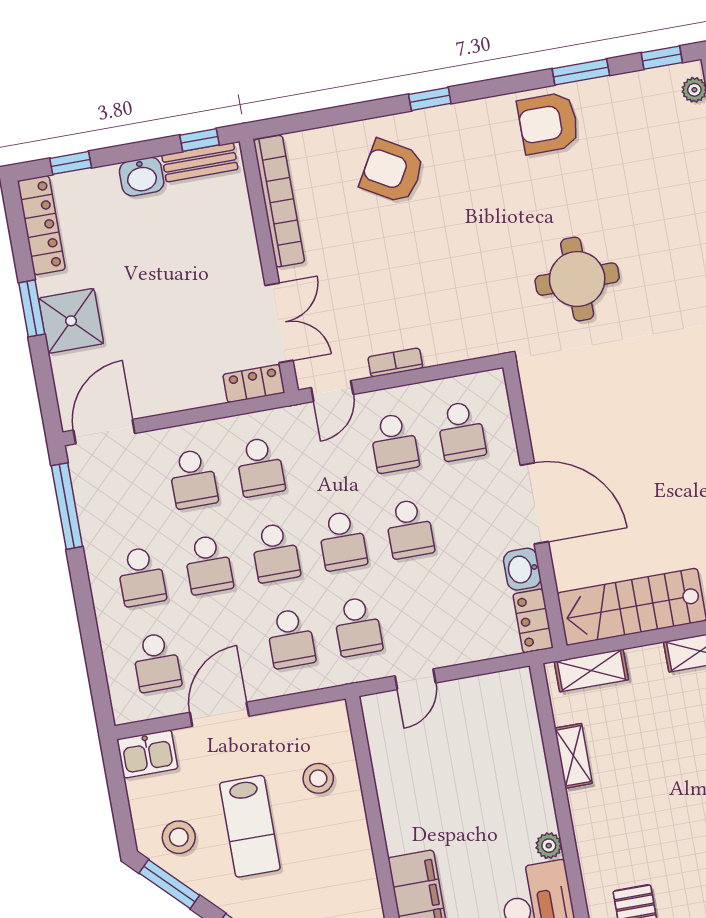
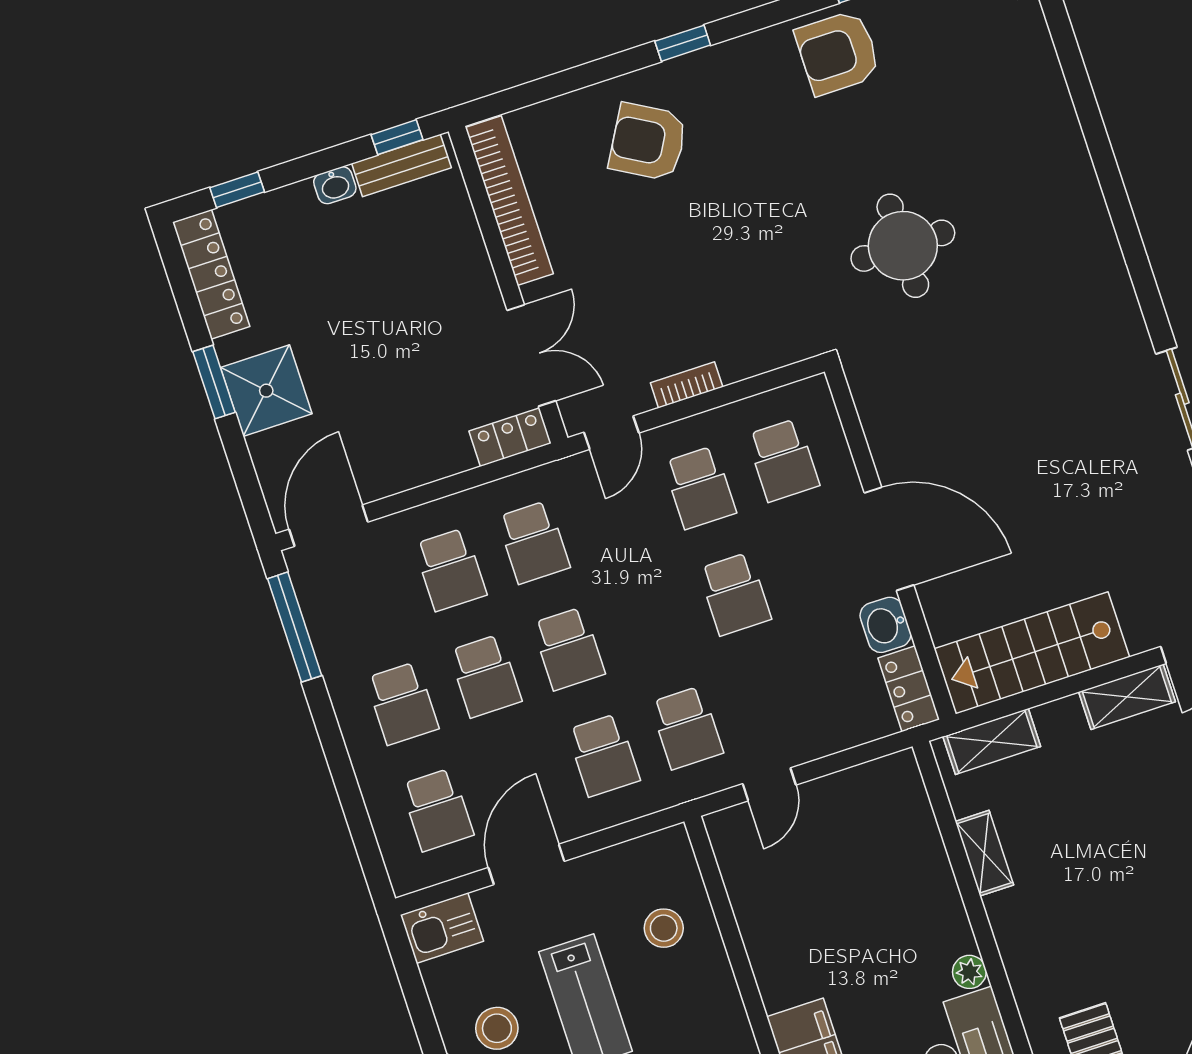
washbasin: (142, 177) -> (335, 185), width x0.72, depth x0.69
school desk: (342, 541) -> (652, 621), removed

